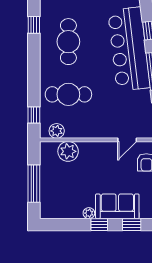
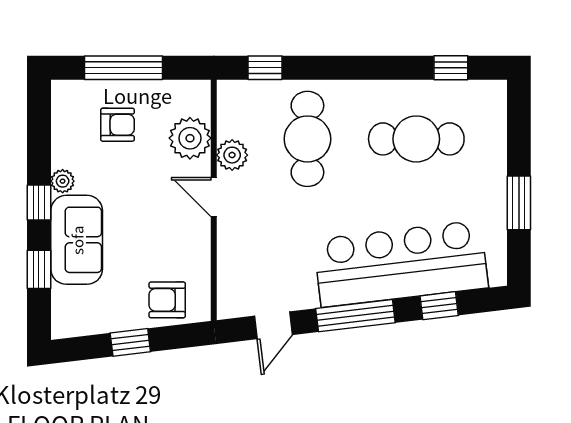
plant: (57, 131) -> (232, 155), moved
door: (127, 140) -> (214, 197), moved
armchair: (62, 186) -> (118, 125), added

